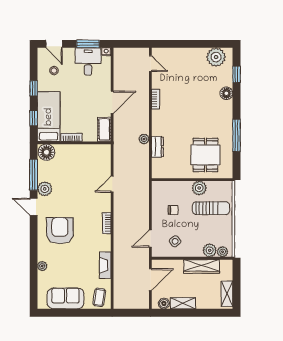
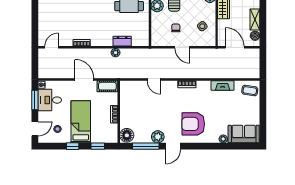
bed: (49, 117) -> (81, 122), moved, turned 90
door: (150, 239) -> (182, 47), moved
sofa: (65, 298) -> (244, 134), moved, turned 90

